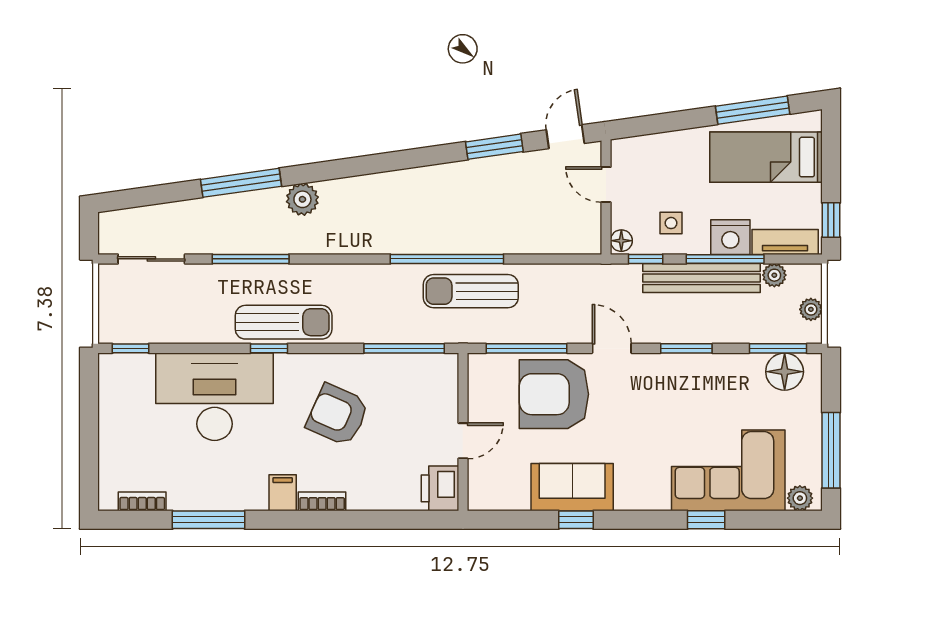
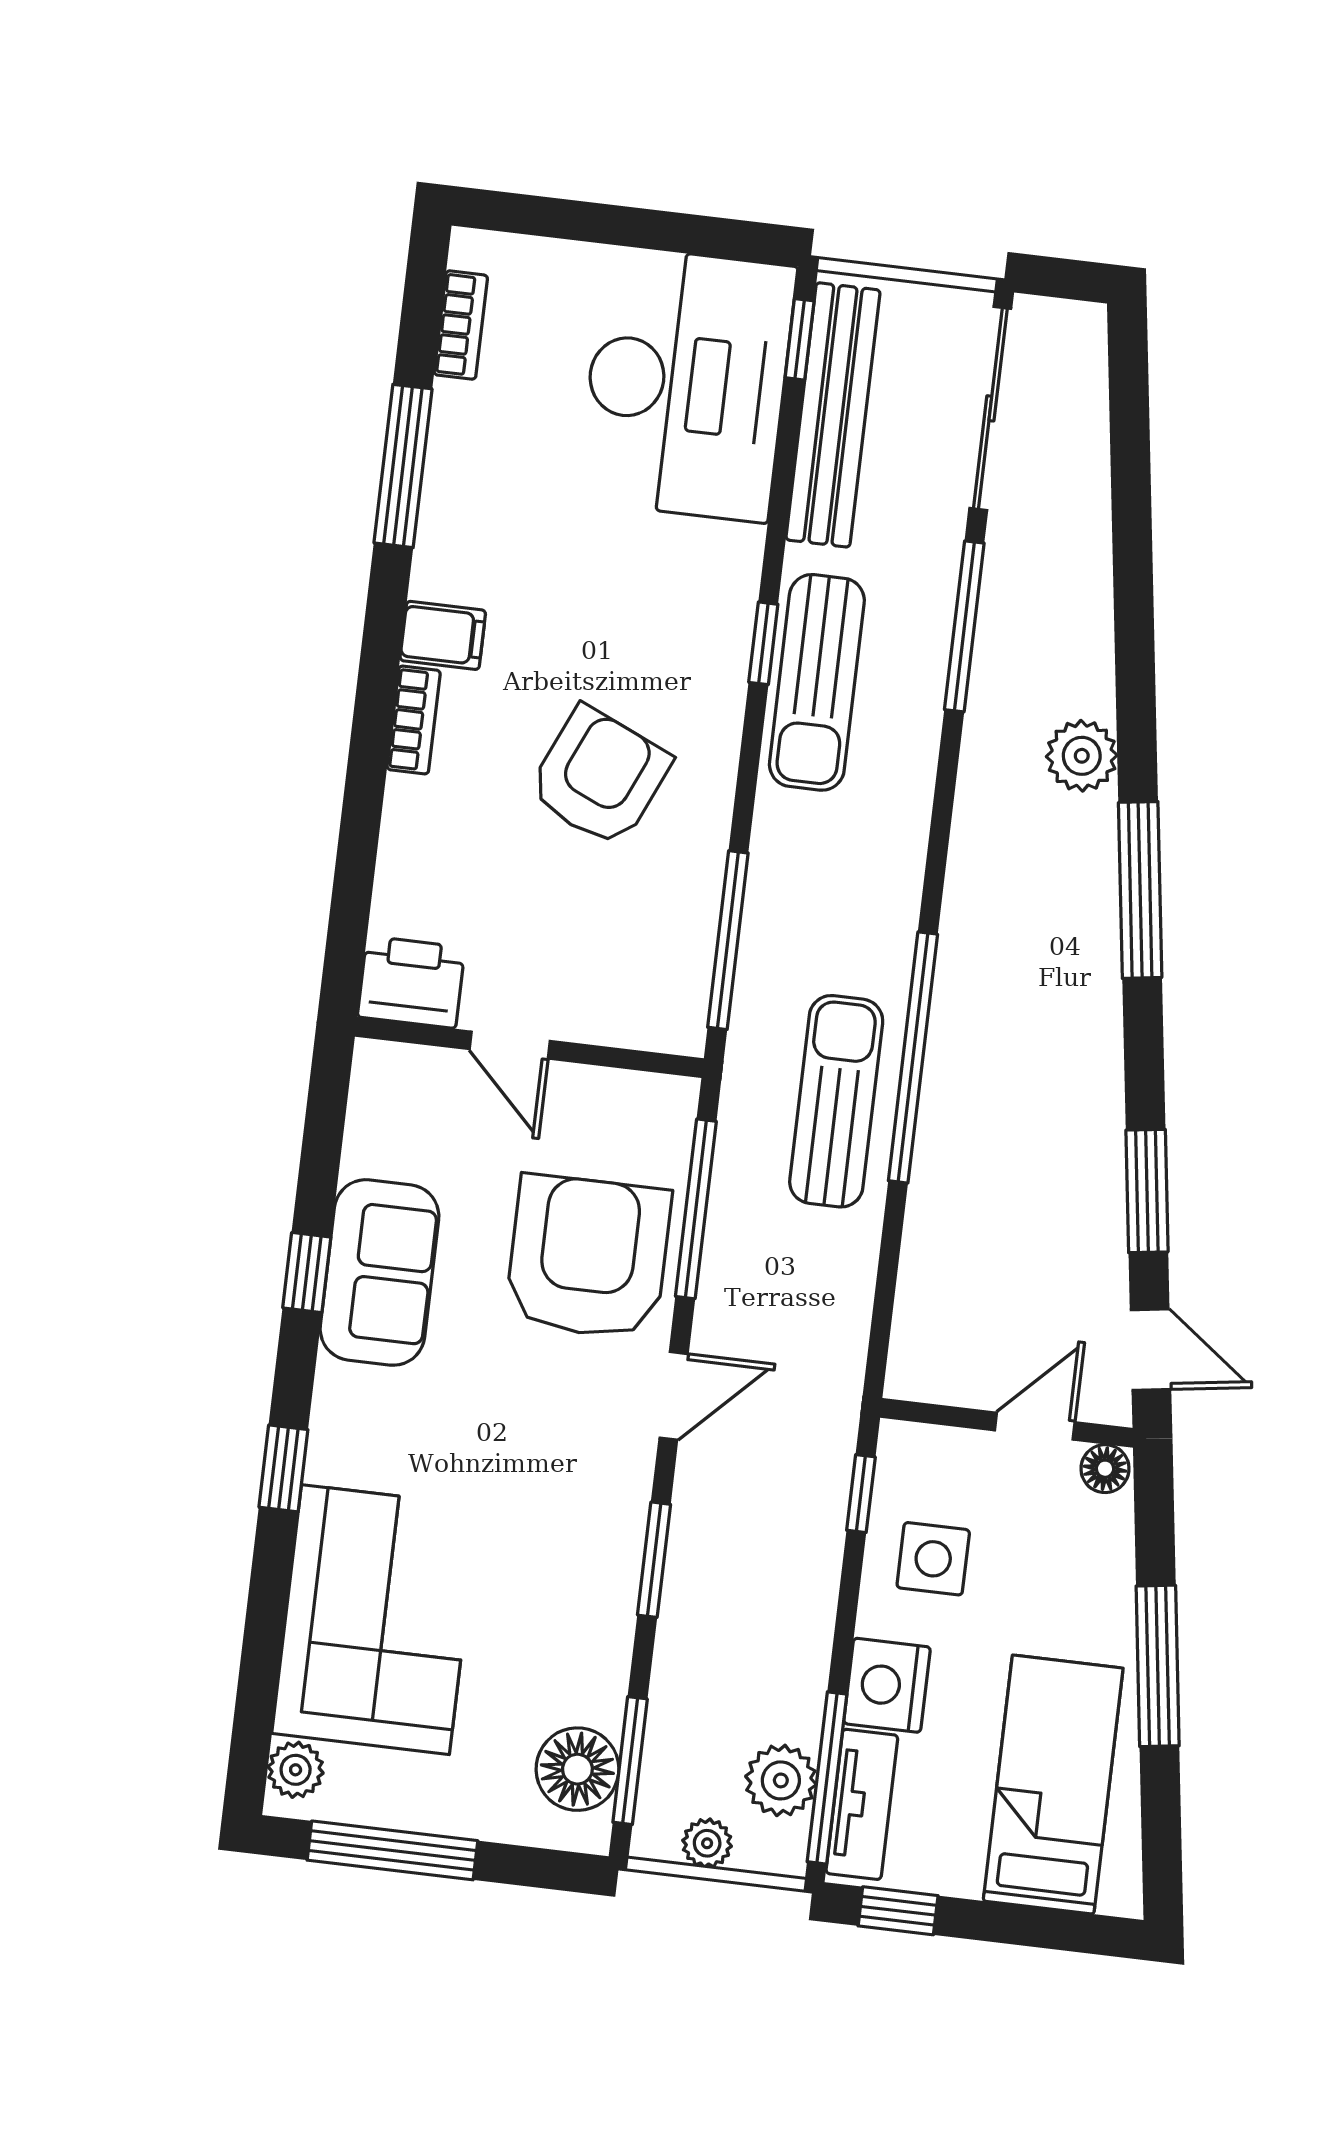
window: (753, 110) -> (1158, 1666), moved
window: (241, 183) -> (1140, 890), moved
side table: (671, 223) -> (933, 1559), width x1.37, depth x1.37
floor lamp: (621, 241) -> (1105, 1469), moved
sliding door: (151, 259) -> (990, 408), width x1.37
window: (725, 259) -> (827, 1778), moved
plant: (774, 275) -> (781, 1780), width x1.38, depth x1.38
bench: (702, 278) -> (833, 415), moved
desk: (215, 397) -> (687, 384), moved
window: (706, 520) -> (283, 1468), moved

